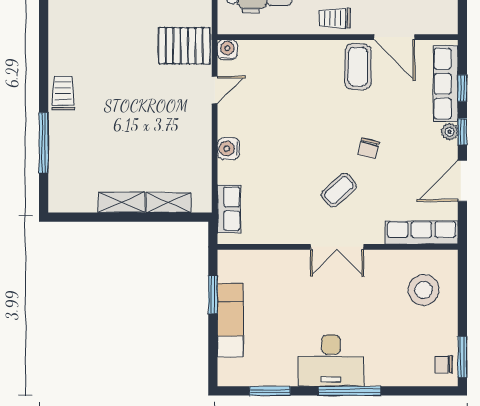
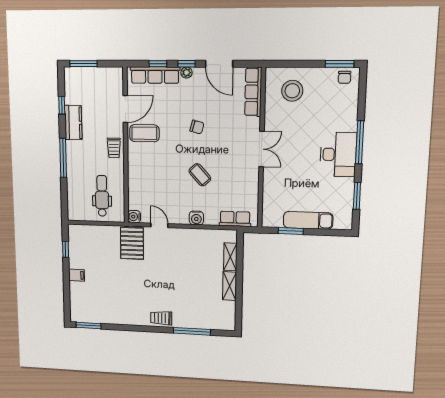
coffee table: (339, 190) -> (200, 175), moved

